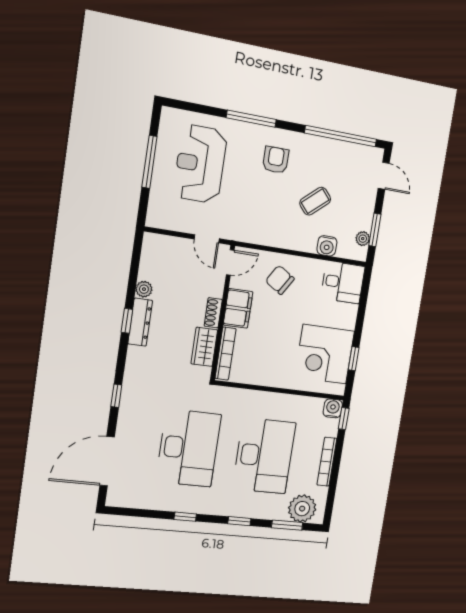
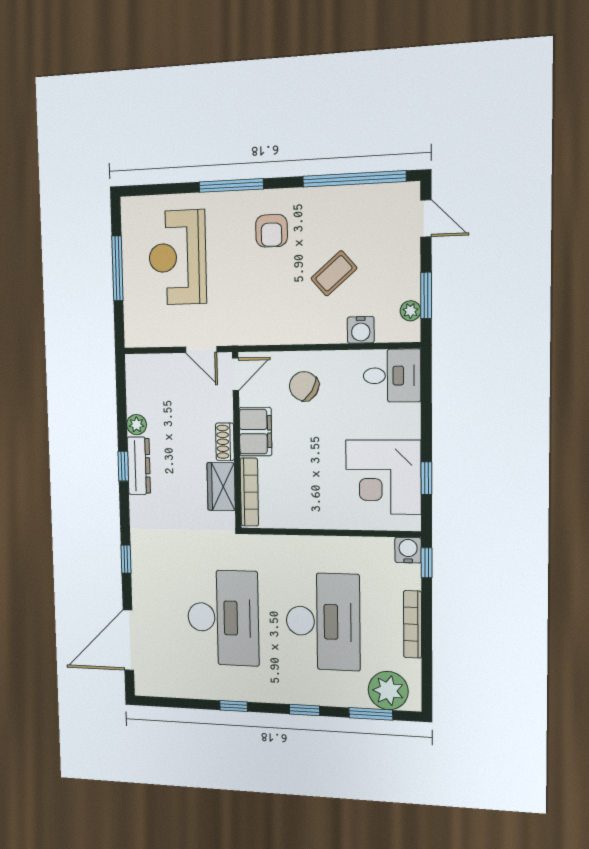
armchair: (276, 160) -> (271, 231), turned 180

